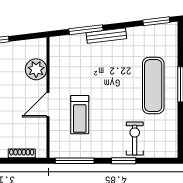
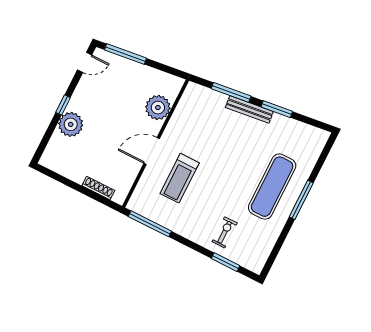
window: (156, 21) -> (277, 109), moved
exercise bike: (135, 139) -> (225, 232), width x0.73, depth x0.72
window: (124, 161) -> (226, 262), moved

